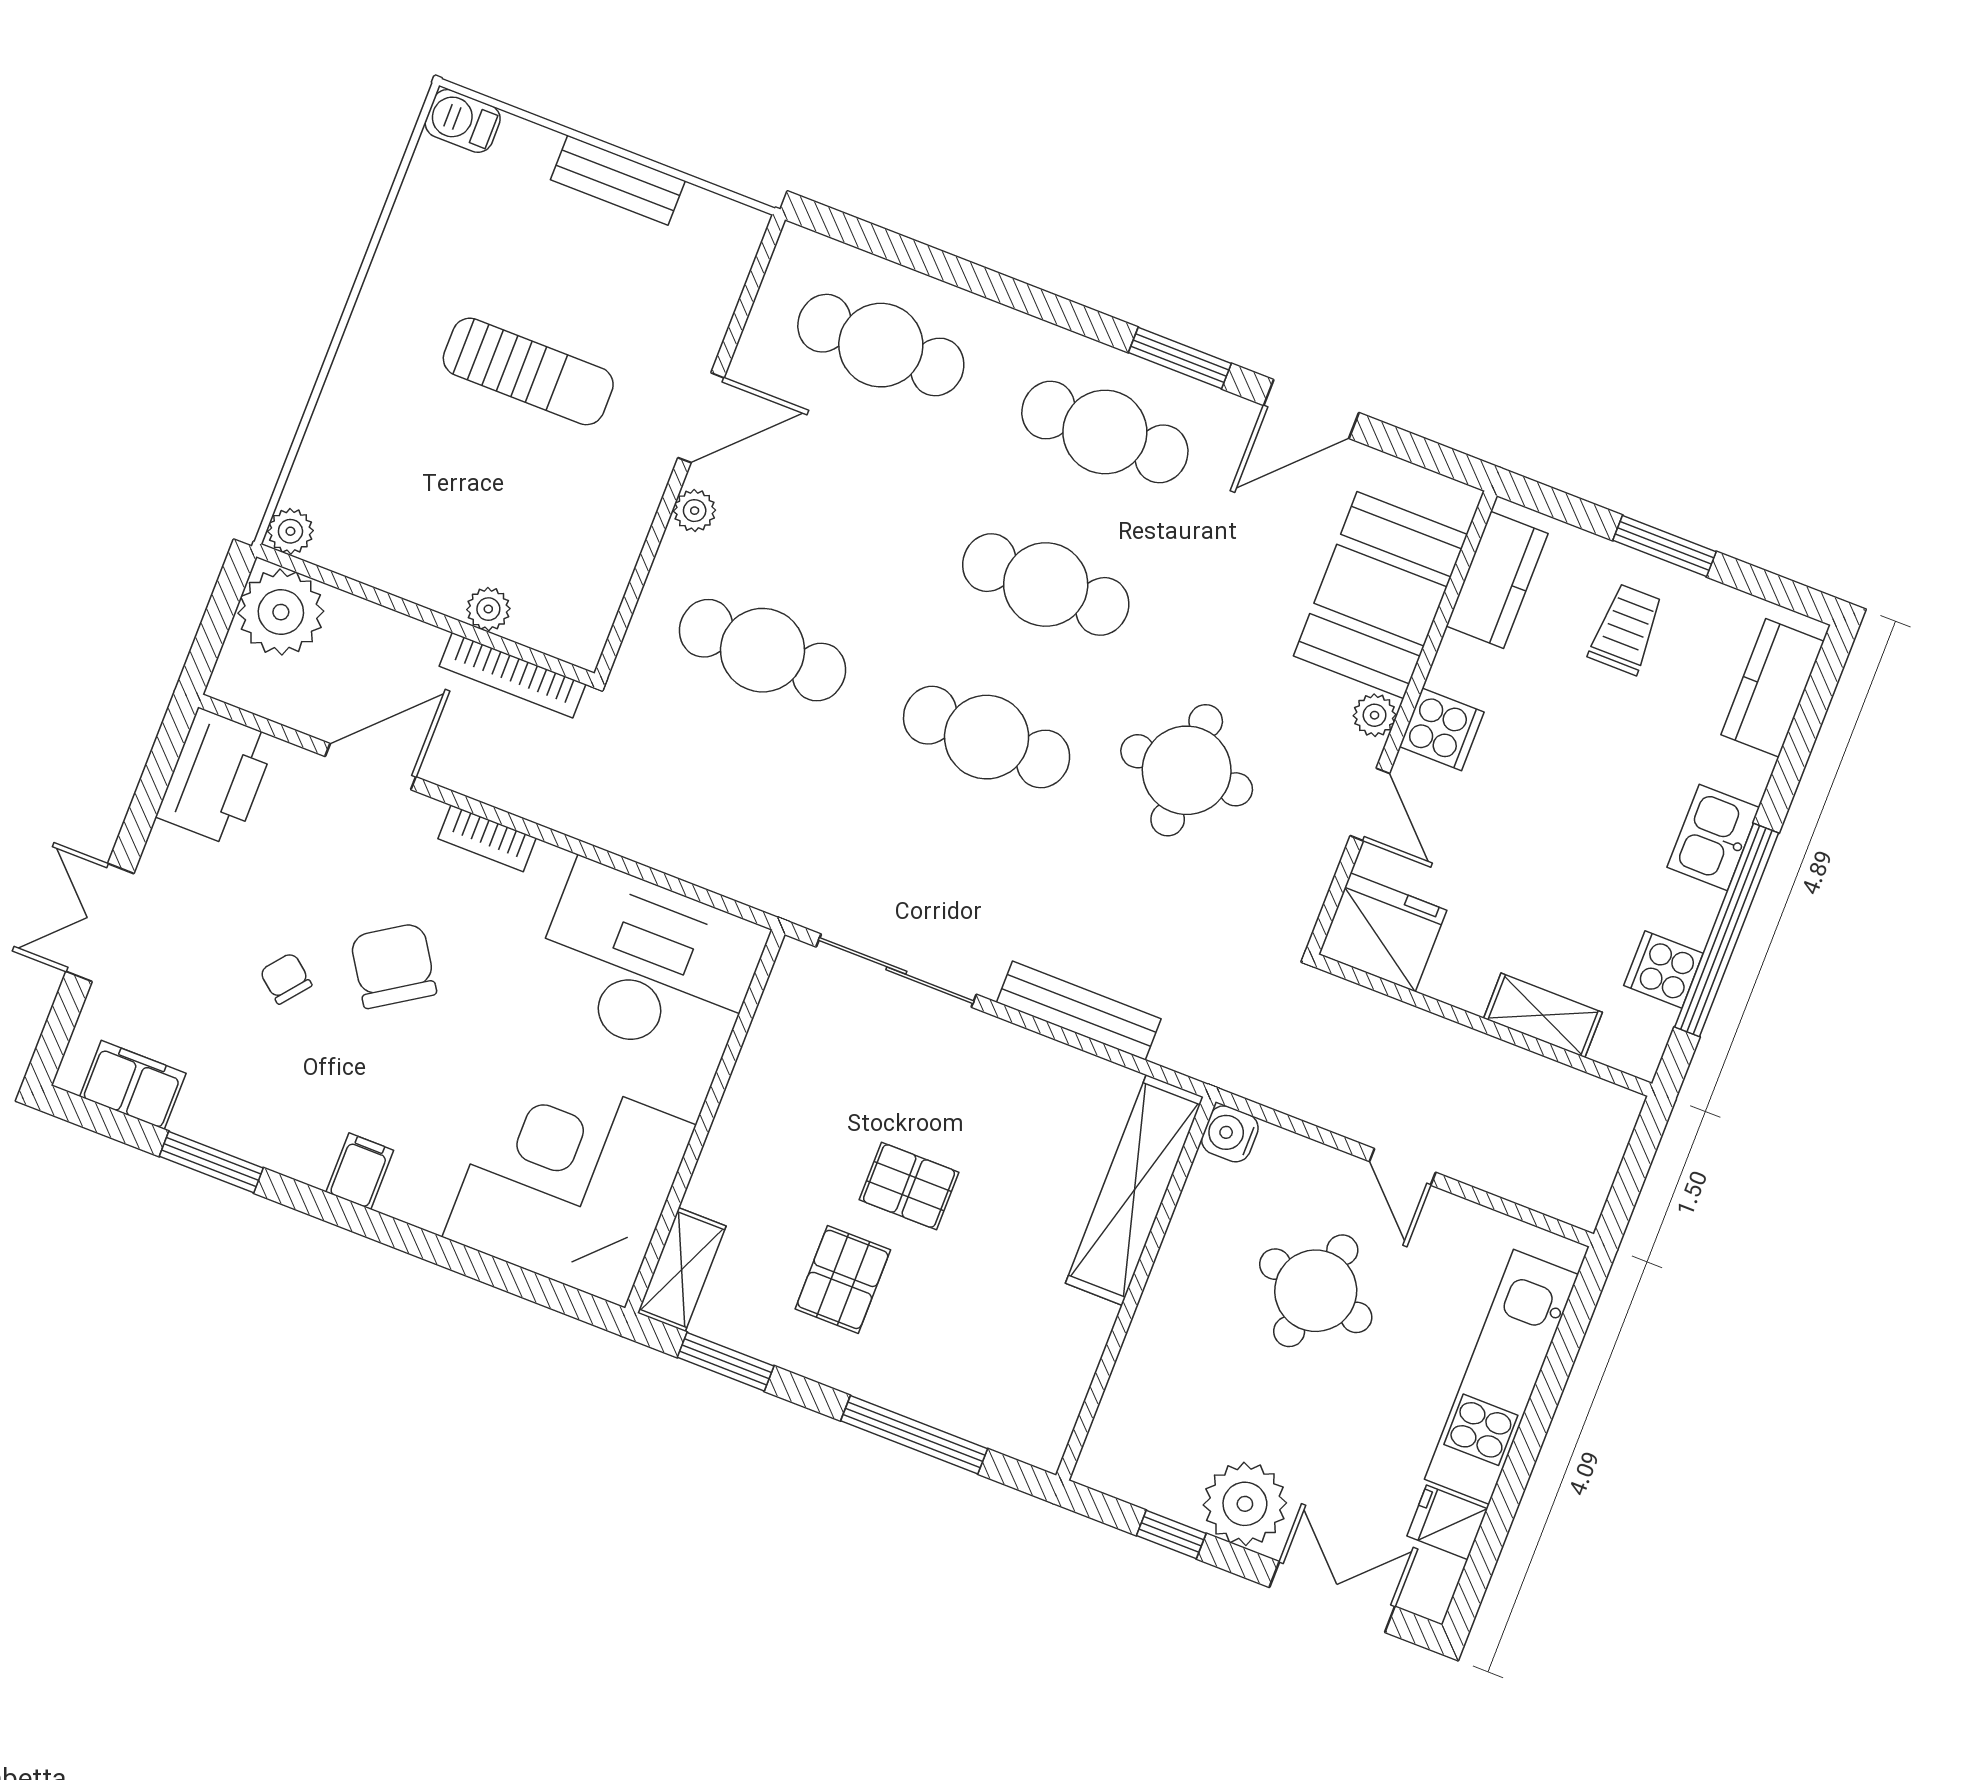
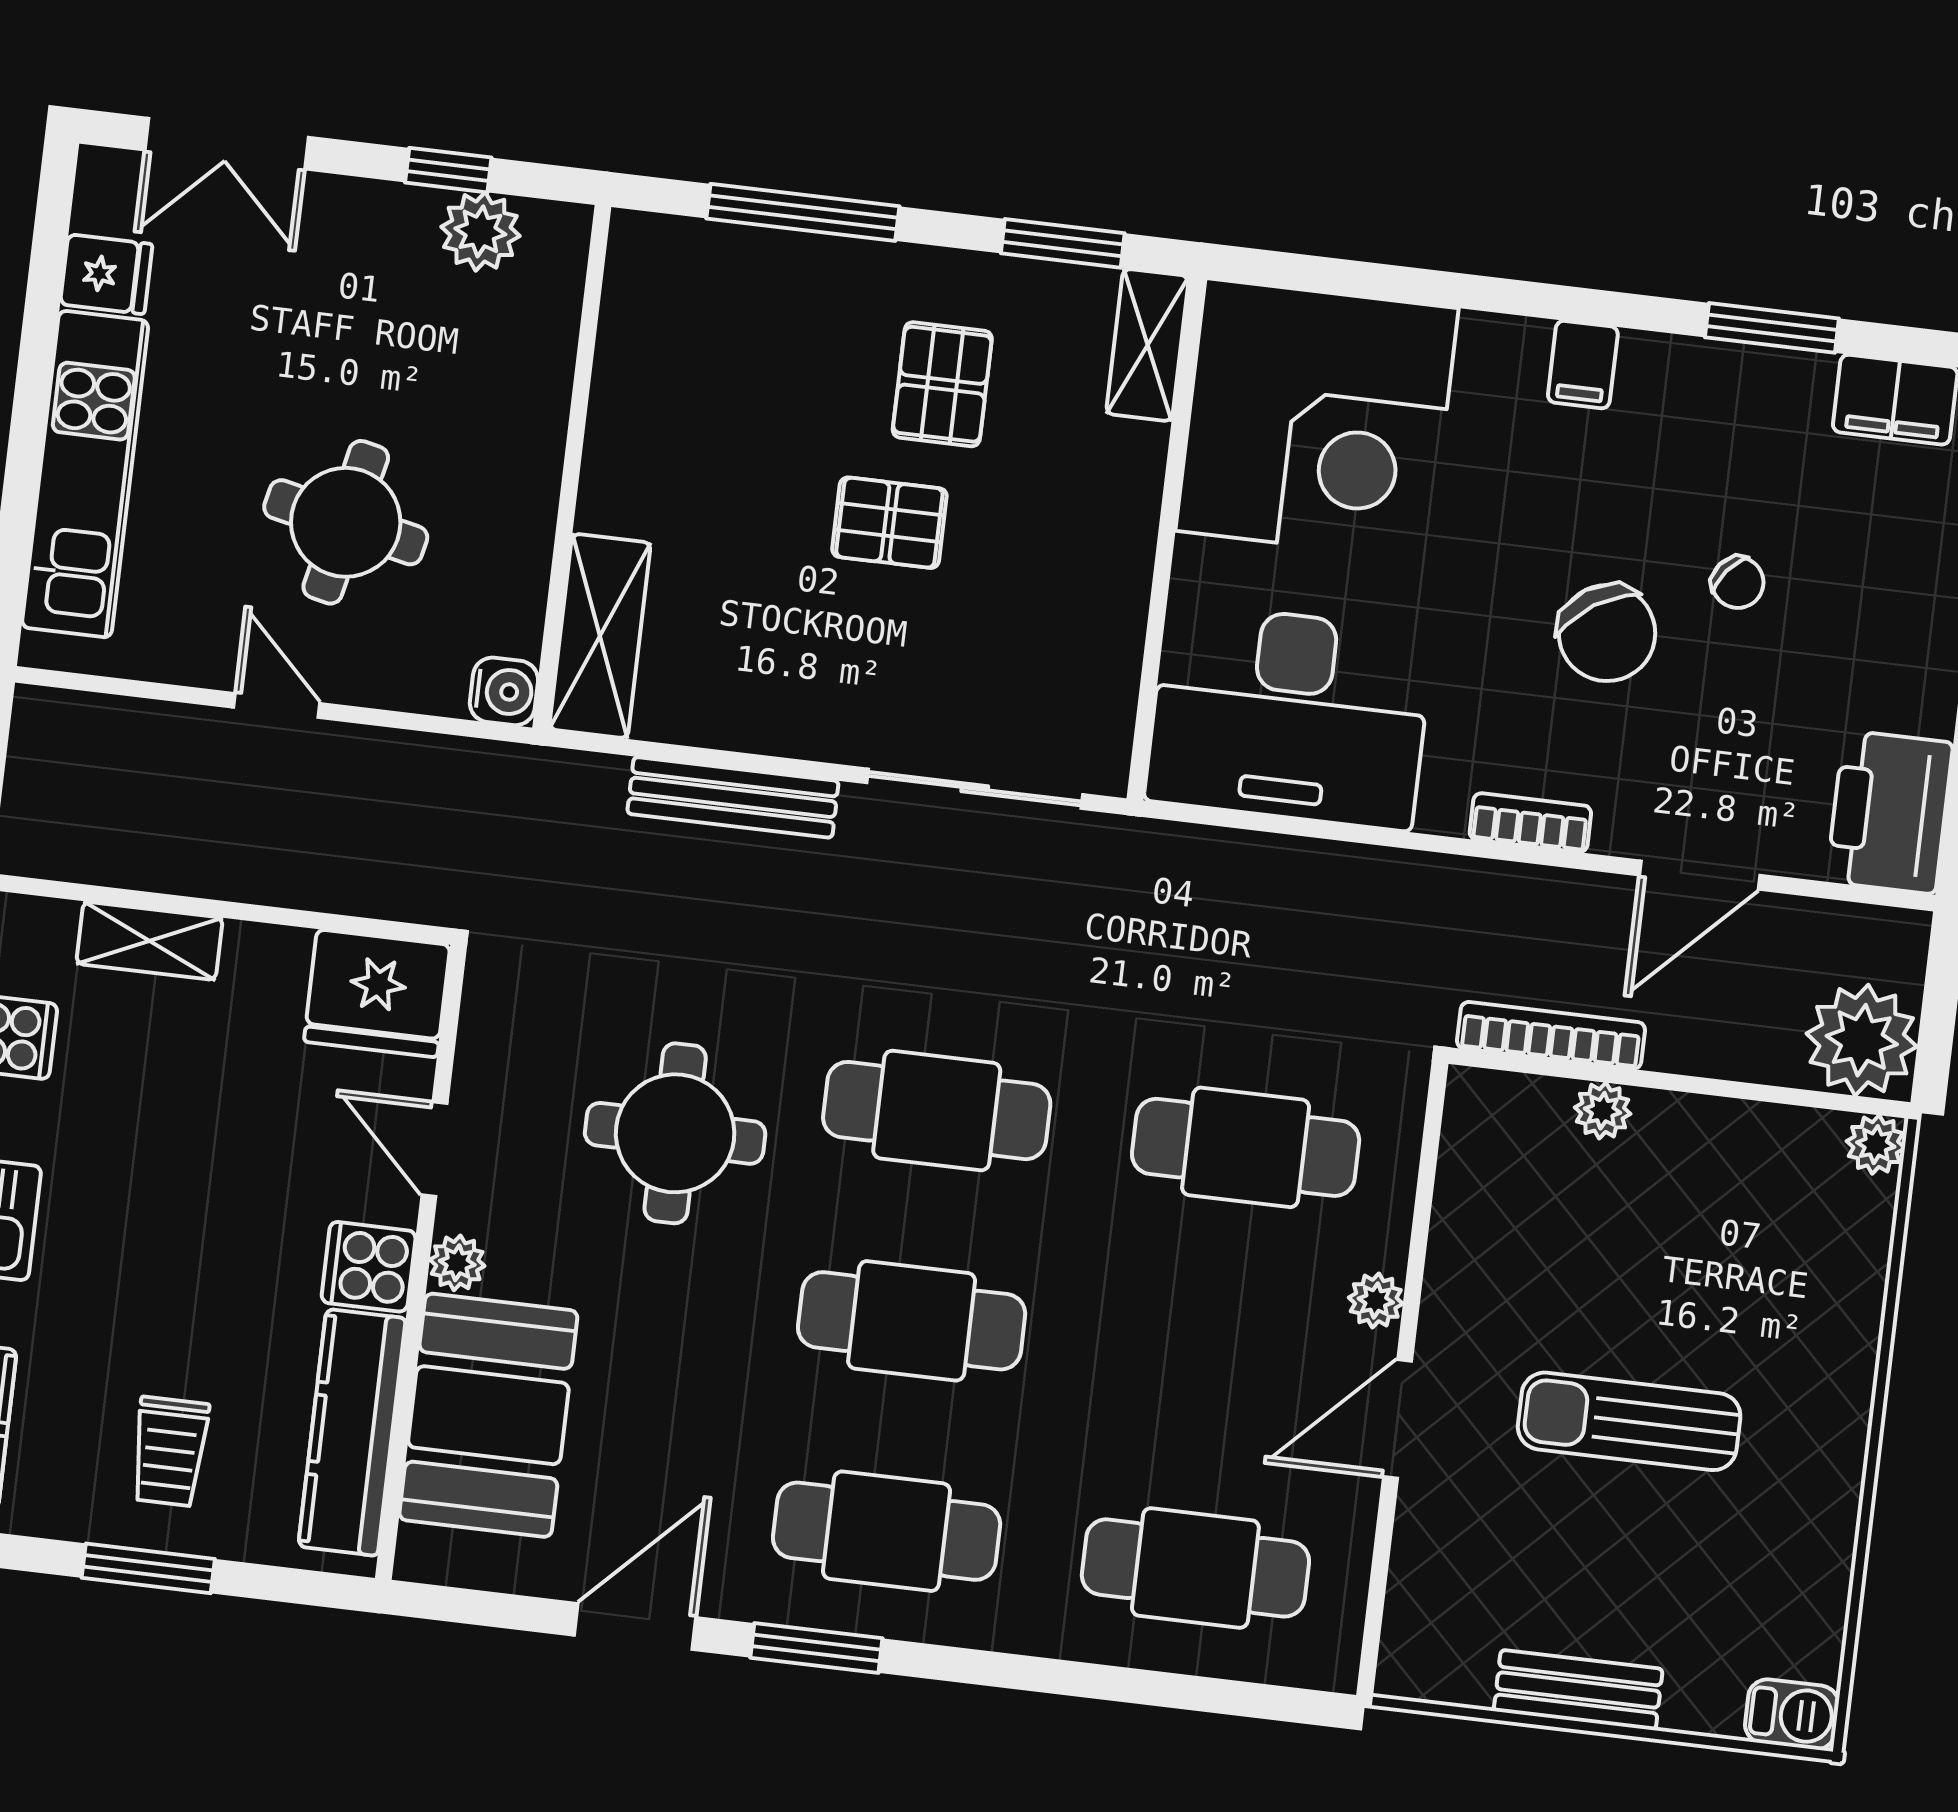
kitchen counter: (1497, 580) -> (352, 1432), width x1.50
shelving: (1134, 1190) -> (600, 636), width x0.68
plant: (1245, 1504) -> (480, 231), moved, width x0.73, depth x0.73

